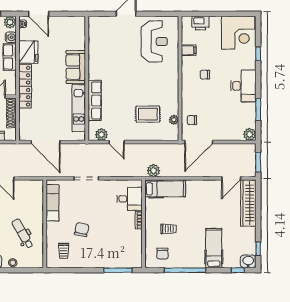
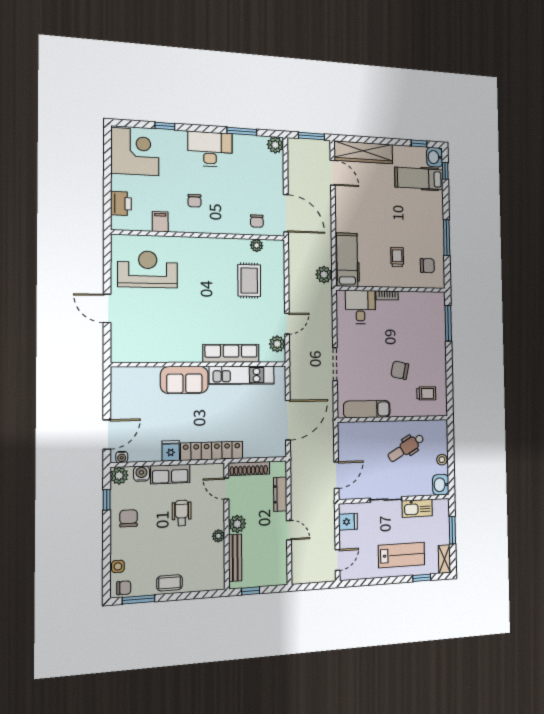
fridge: (28, 52) -> (171, 451), width x0.53, depth x0.75
hospital bed: (214, 248) -> (419, 178), moved
window: (185, 270) -> (447, 238), width x0.68

